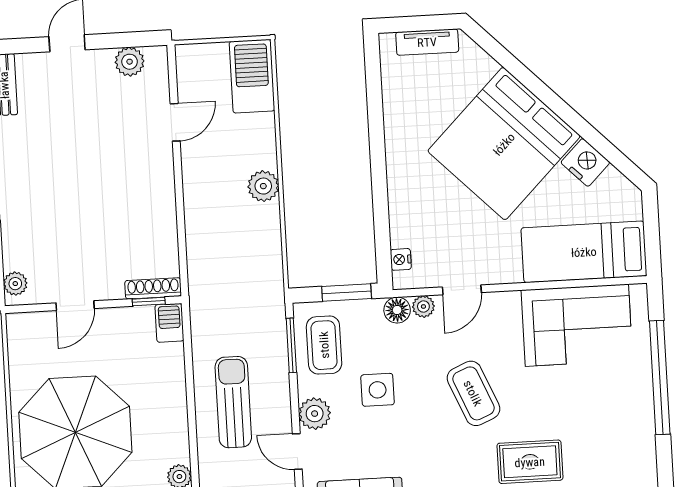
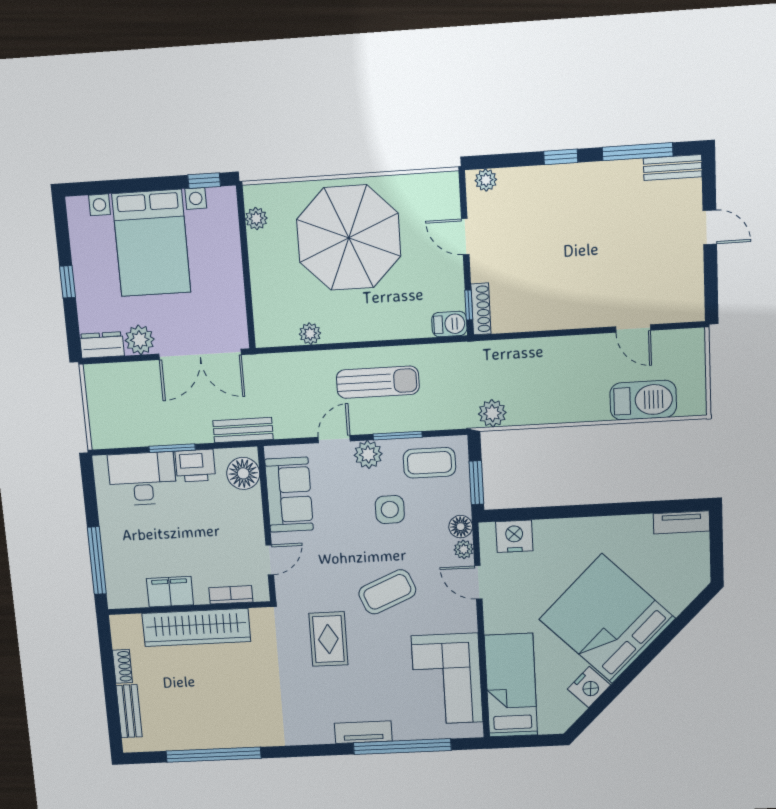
tv unit: (427, 42) -> (681, 522), moved, turned -90
plant: (130, 62) -> (691, 286), removed
barbecue: (252, 76) -> (643, 400), moved
plant: (263, 186) -> (492, 413), moved
nightstand: (401, 259) -> (514, 536), width x1.89, depth x1.79
window: (291, 345) -> (398, 436), moved
tv unit: (642, 423) -> (363, 732), added

